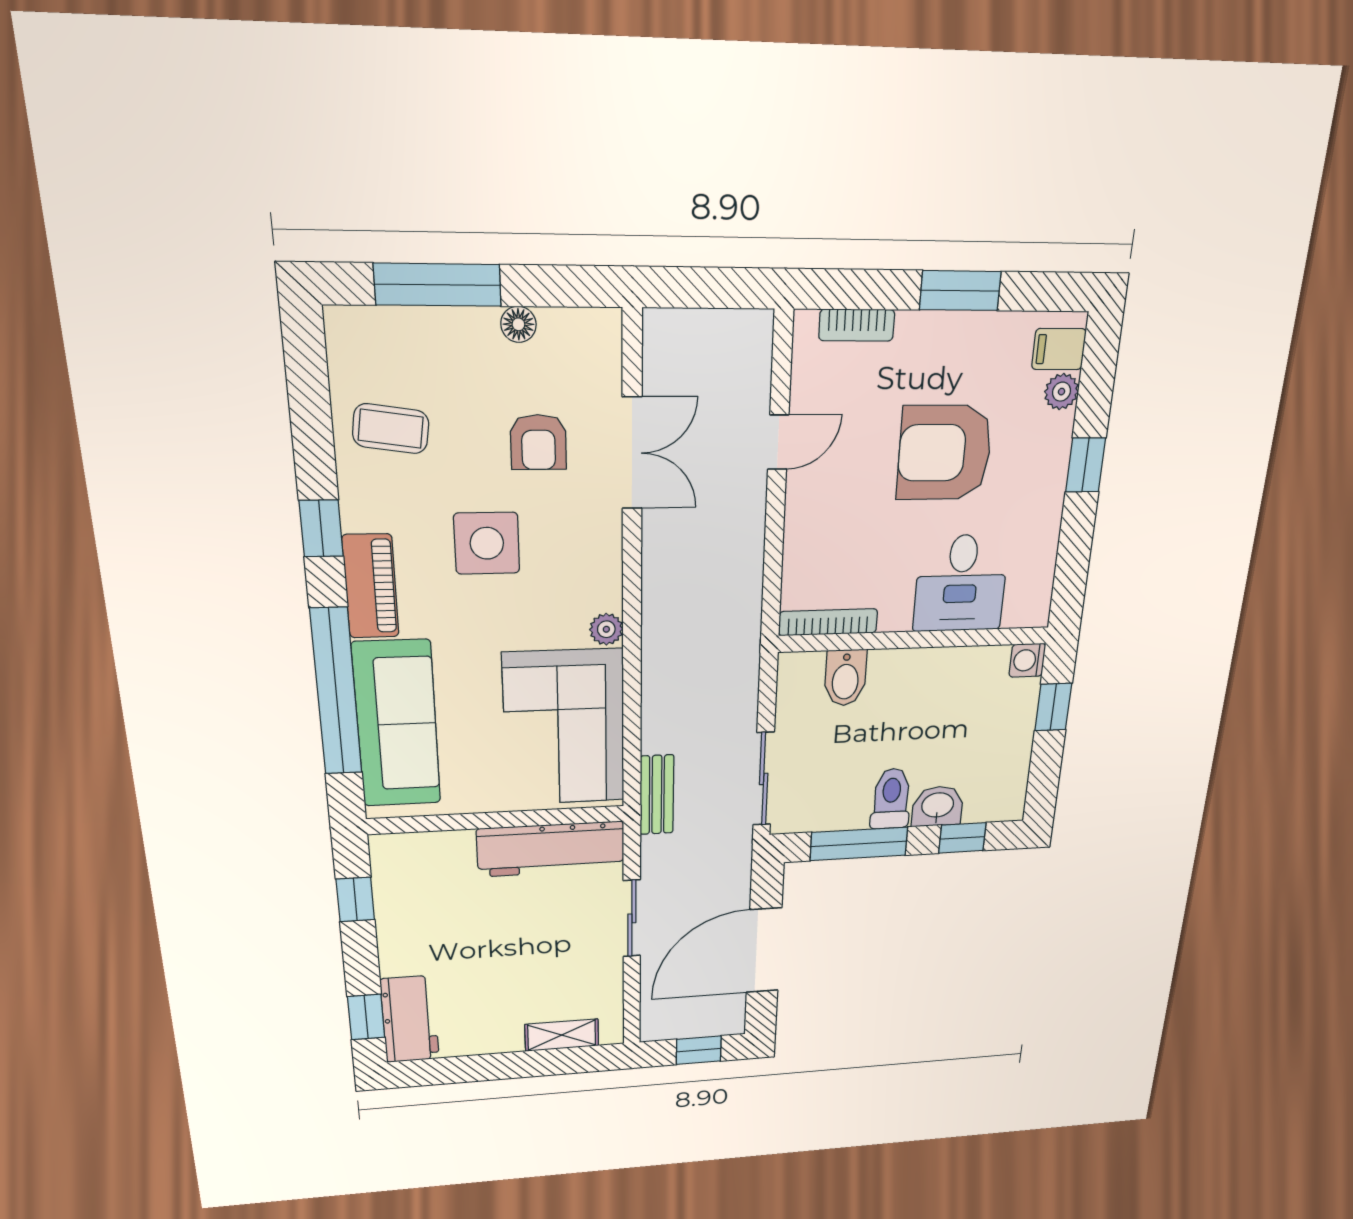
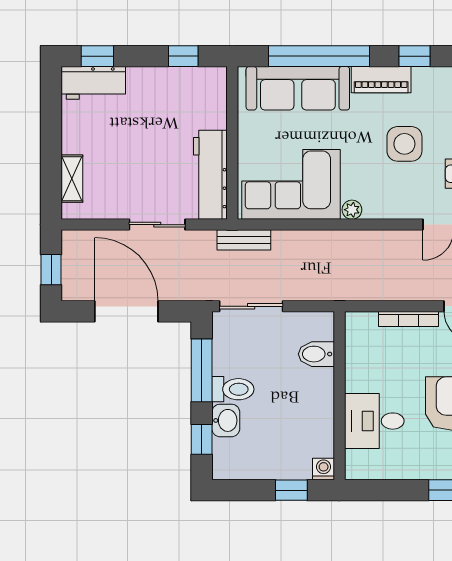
bookcase: (828, 622) -> (408, 319), moved, turned 90

